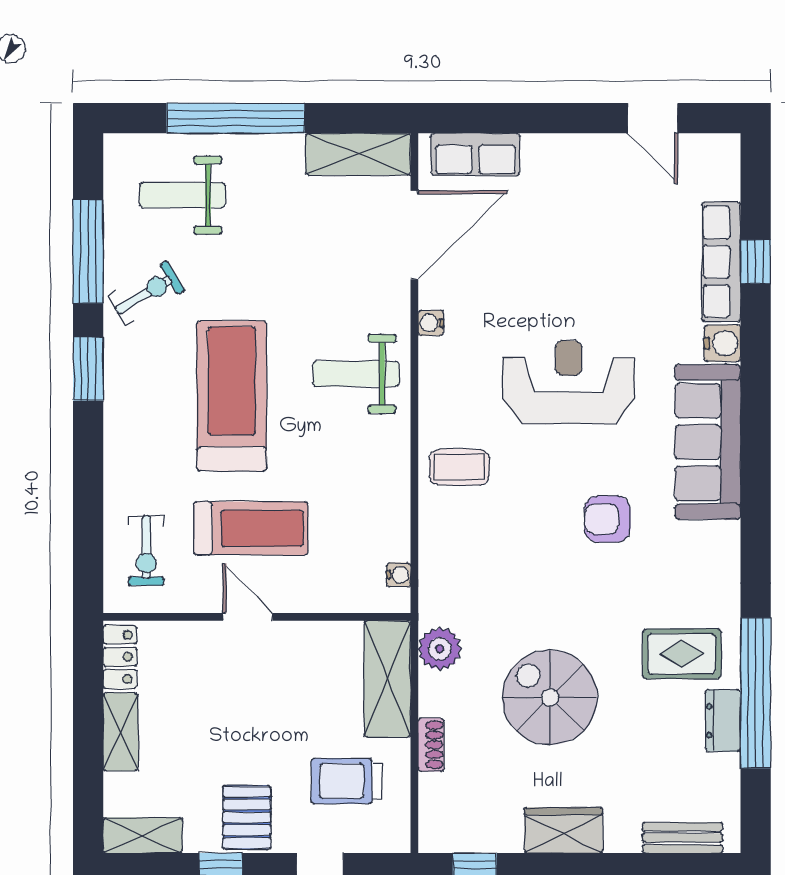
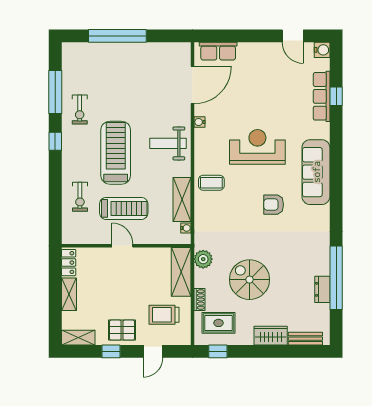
shelving: (358, 154) -> (182, 200), moved, turned 90
weight bench: (182, 195) -> (95, 68), removed
exercise bike: (146, 293) -> (80, 110), turned 121
water cooler: (722, 343) -> (322, 50), moved
window: (88, 369) -> (55, 141), width x0.67
exercise bike: (146, 551) -> (80, 197), moved
rug: (682, 654) -> (219, 323), moved
pallet: (247, 817) -> (122, 330), turned 90
wardrobe: (563, 830) -> (271, 336), moved

